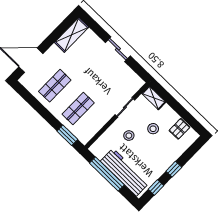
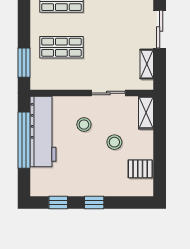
shelving: (129, 73) -> (147, 64), added
workbench: (125, 172) -> (43, 132), moved

